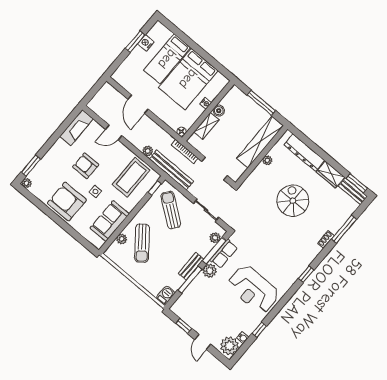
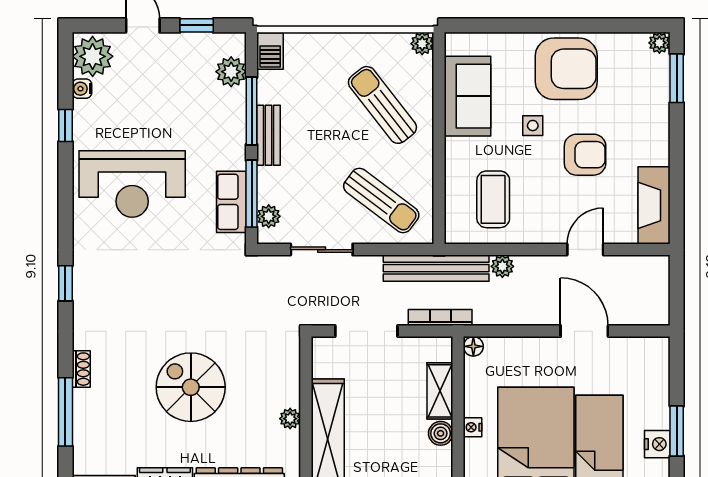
coffee table: (131, 177) -> (493, 199), width x0.73, depth x0.76
window: (155, 188) -> (439, 214), removed
spiral stairs: (293, 201) -> (191, 387), turned 180
plant: (122, 239) -> (422, 44), moved
plant: (210, 271) -> (231, 72), moved
reception desk: (253, 289) -> (132, 184), turned 180

